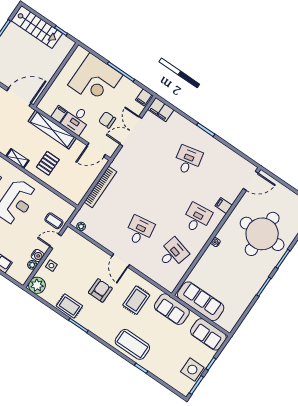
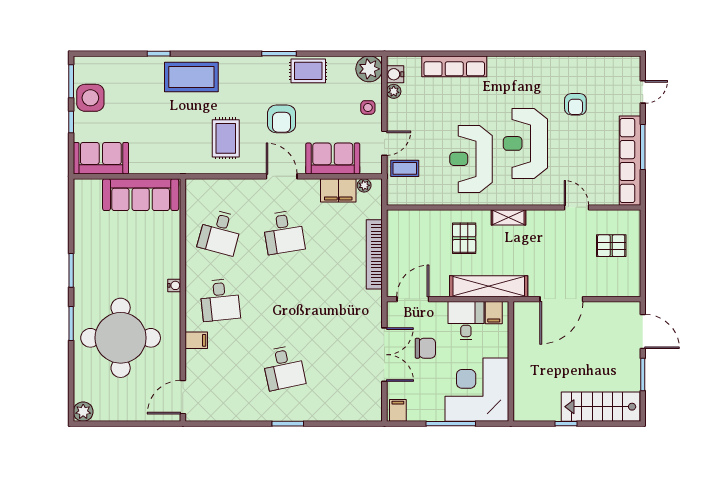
wall: (56, 75) -> (511, 361), moved
filing cabinet: (161, 110) -> (338, 190), moved, turned 180
water cooler: (38, 255) -> (395, 74), moved
sofa: (172, 309) -> (333, 159), moved

